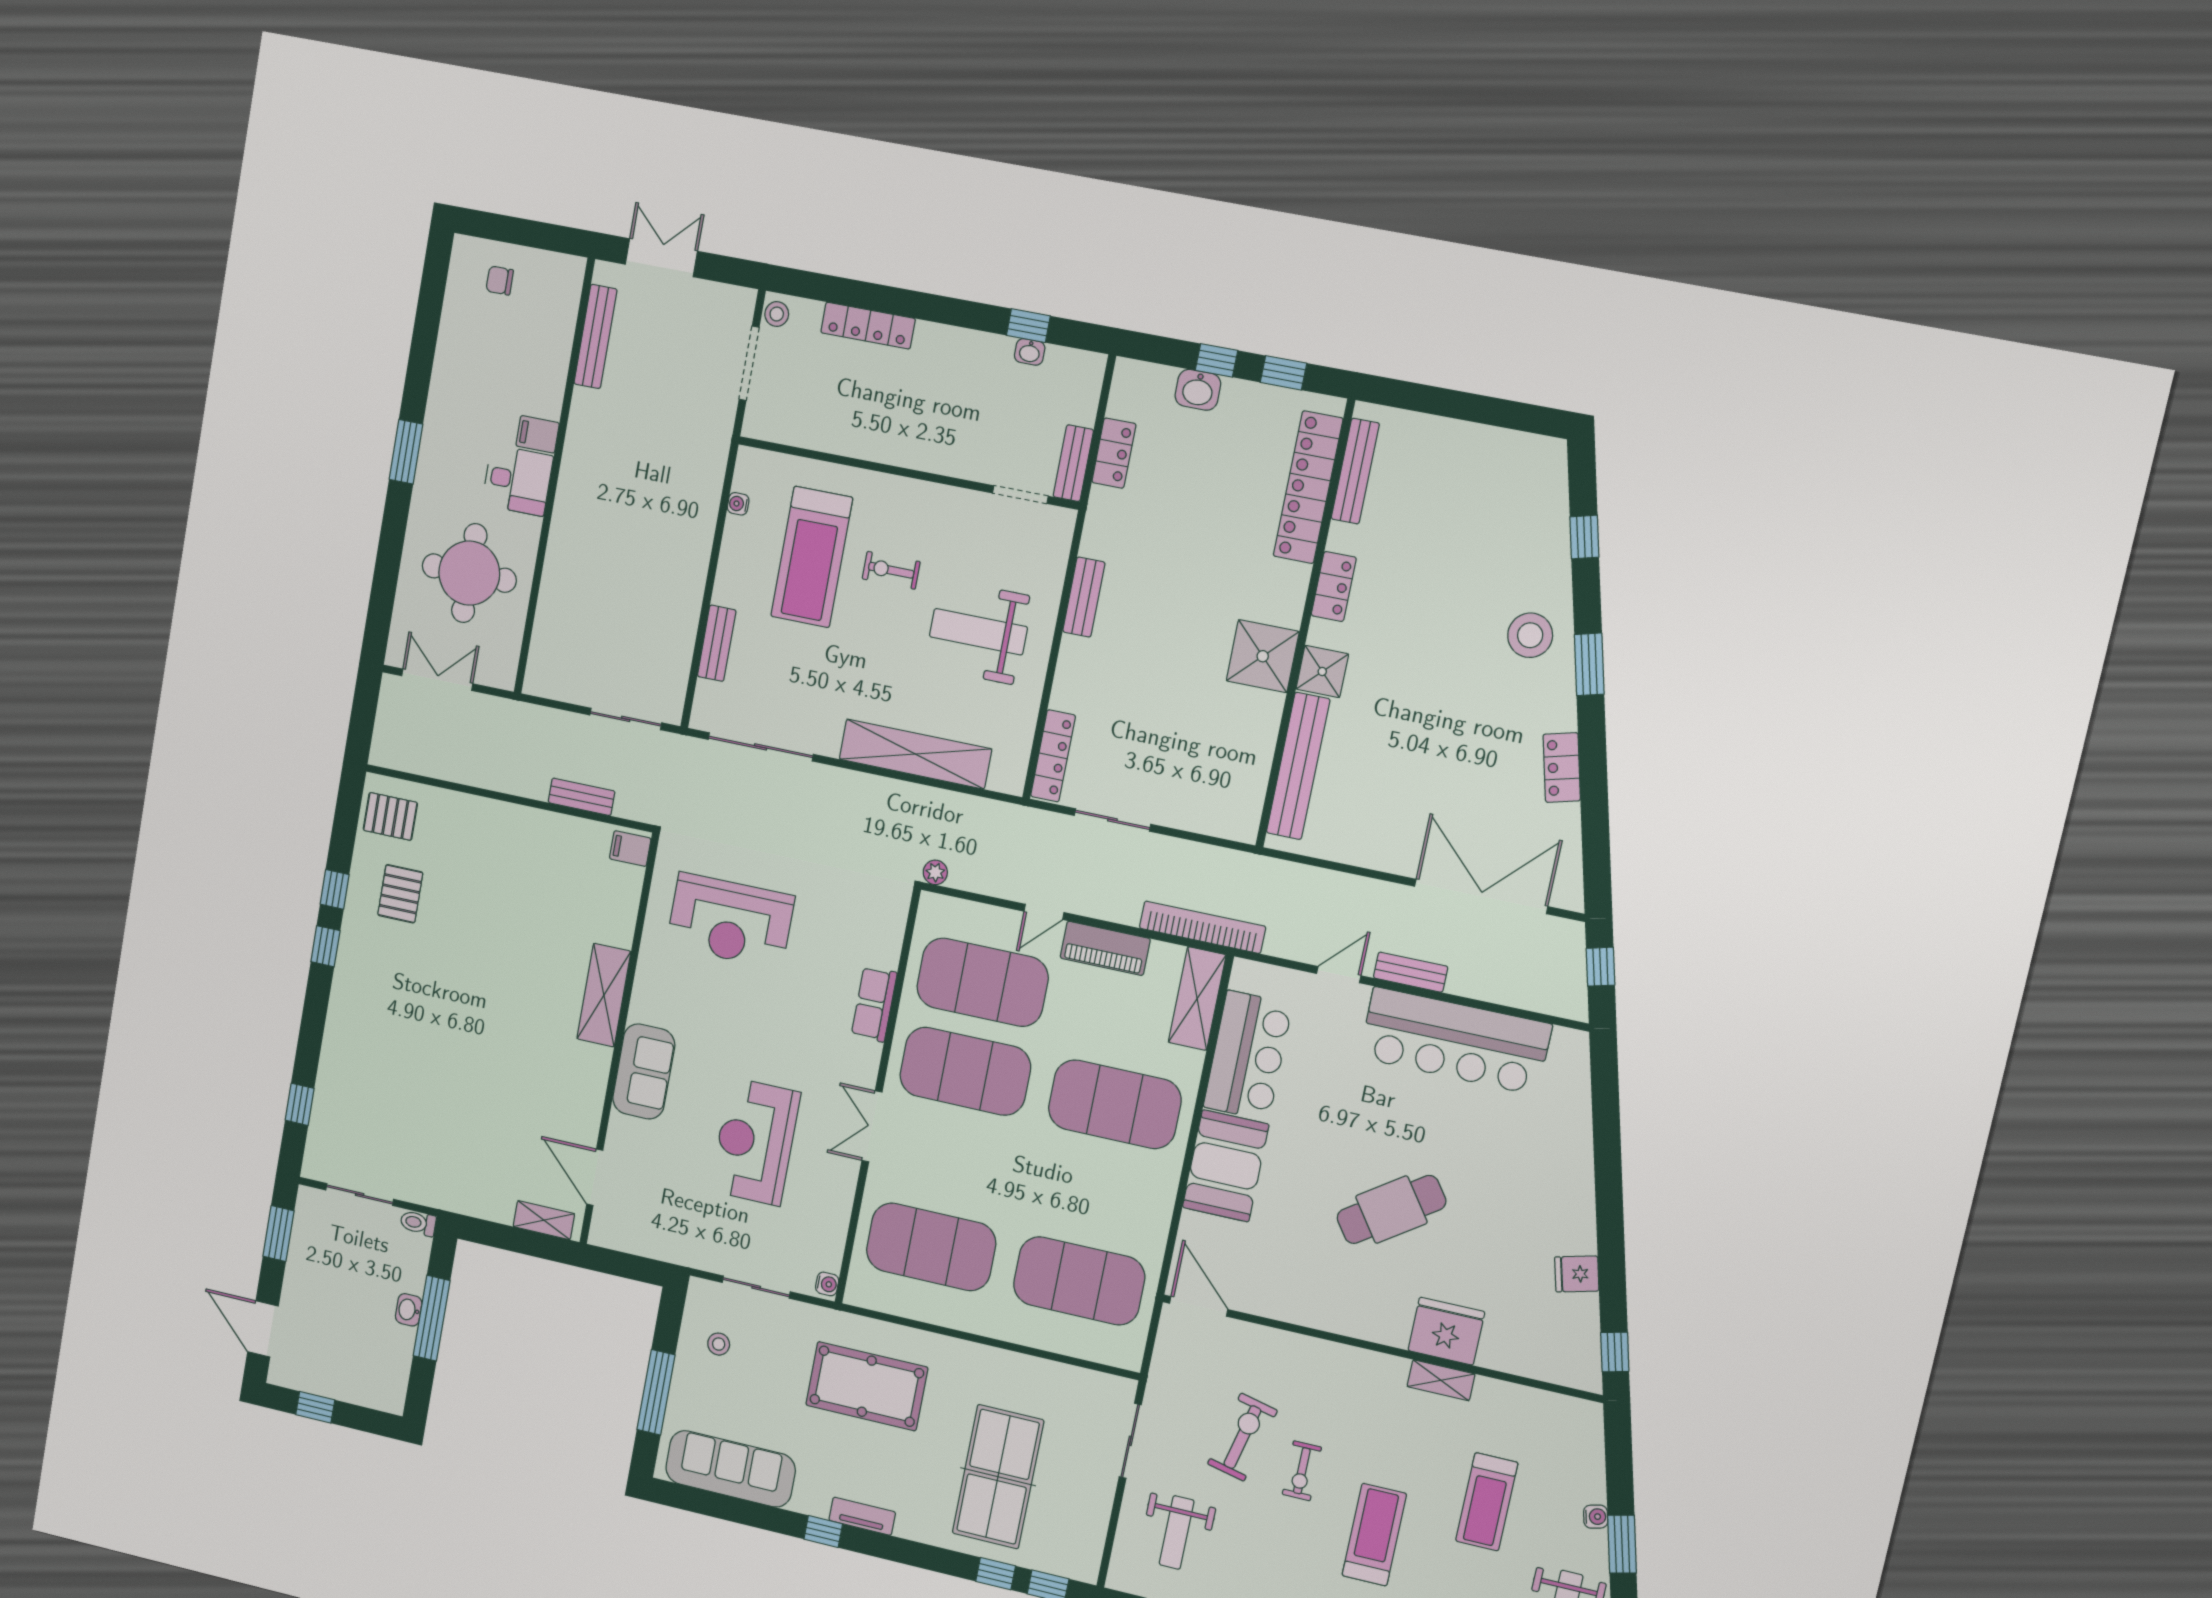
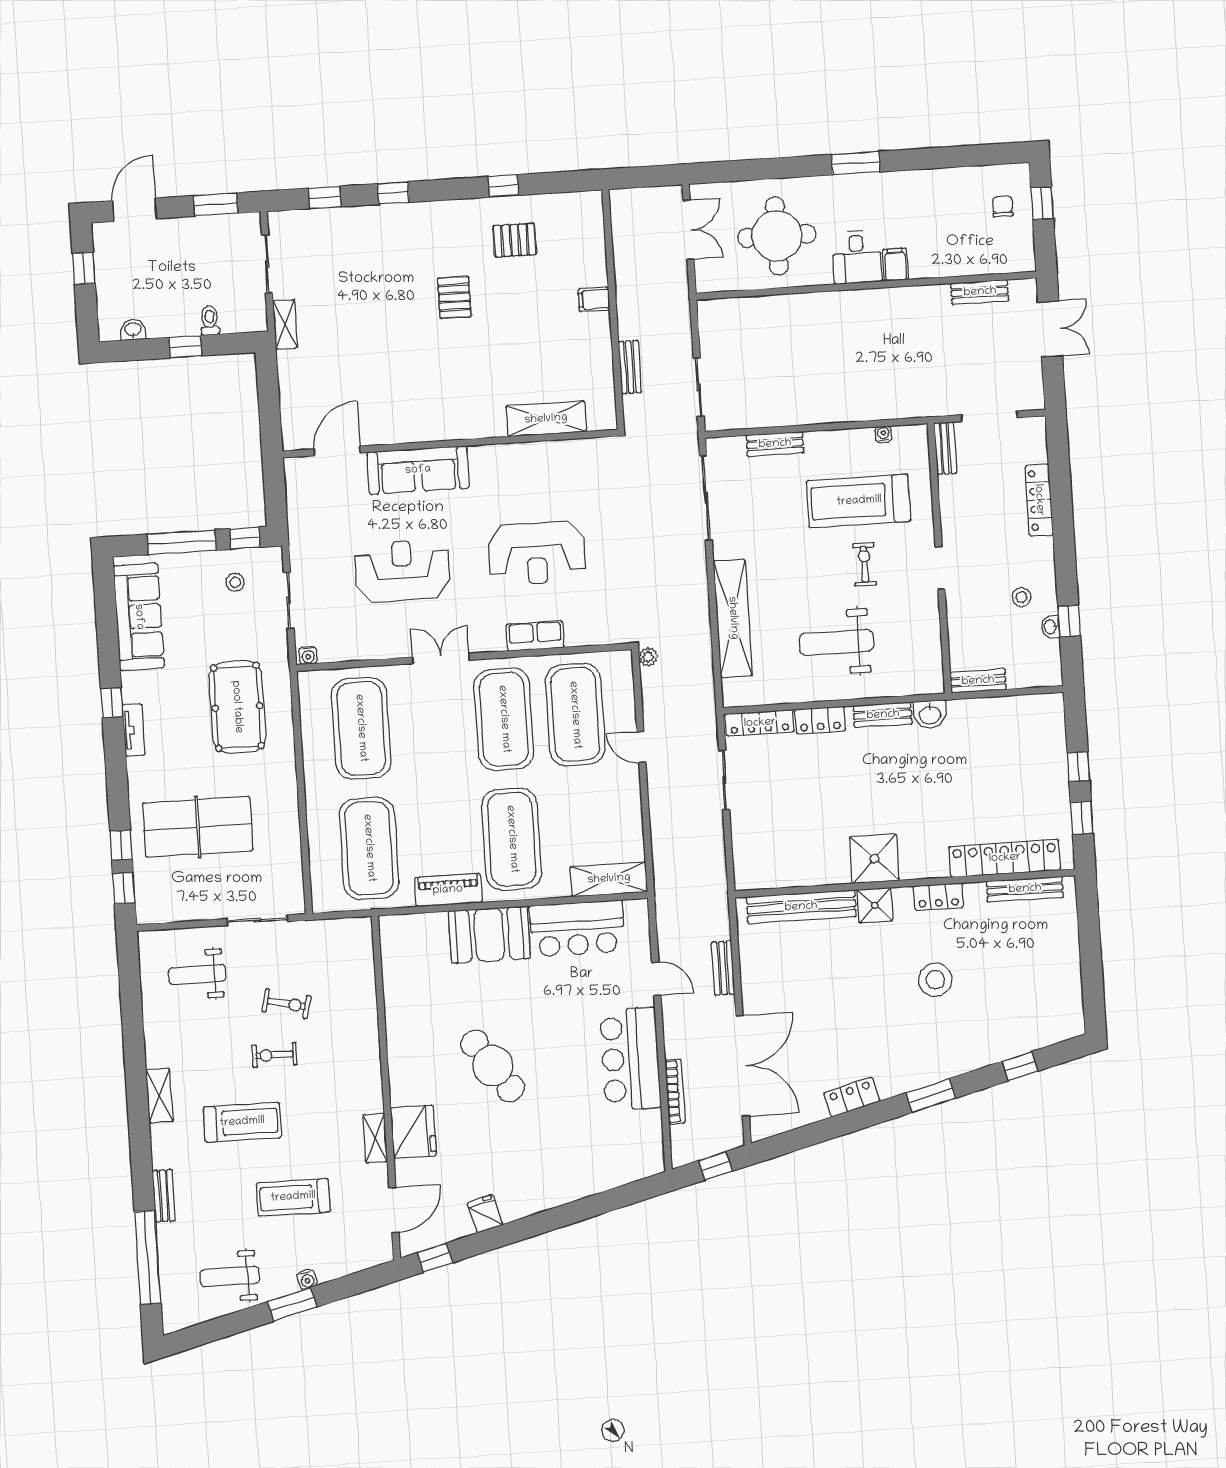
window: (507, 229) -> (1042, 203), added
stool: (777, 314) -> (1021, 597), moved
bench: (595, 337) -> (980, 292), width x0.73
washbasin: (1198, 390) -> (930, 714), moved, turned -90
bench: (774, 430) -> (945, 448), added
locker: (1114, 453) -> (820, 720), moved
doorway: (1020, 495) -> (940, 568), moved
weight bench: (978, 632) -> (836, 642), turned -90
stool: (1530, 635) -> (935, 980), moved
pallet: (390, 816) -> (454, 297), moved
filing cabinet: (630, 849) -> (594, 299), moved, turned -90
reception desk: (730, 921) -> (537, 553), moved, turned -90
bookcase: (1202, 927) -> (675, 1092), moved, width x0.68, depth x0.76
window: (325, 946) -> (393, 193), moved
piano: (1105, 948) -> (448, 890), moved, turned 90
bench: (1411, 972) -> (723, 968), moved
shelving: (604, 995) -> (546, 419), moved
bar counter: (1455, 1041) -> (630, 1059), width x0.73
sofa: (644, 1072) -> (418, 470), width x1.36
shelving: (544, 1220) -> (285, 324), moved
toilet: (418, 1223) -> (210, 320), moved
door: (1199, 1306) -> (394, 1210), moved
washbasin: (409, 1310) -> (133, 330), moved
window: (670, 1317) -> (245, 538), added
window: (432, 1318) -> (185, 347), width x0.46
exercise bike: (1242, 1437) -> (286, 1004), width x0.73, depth x0.72

